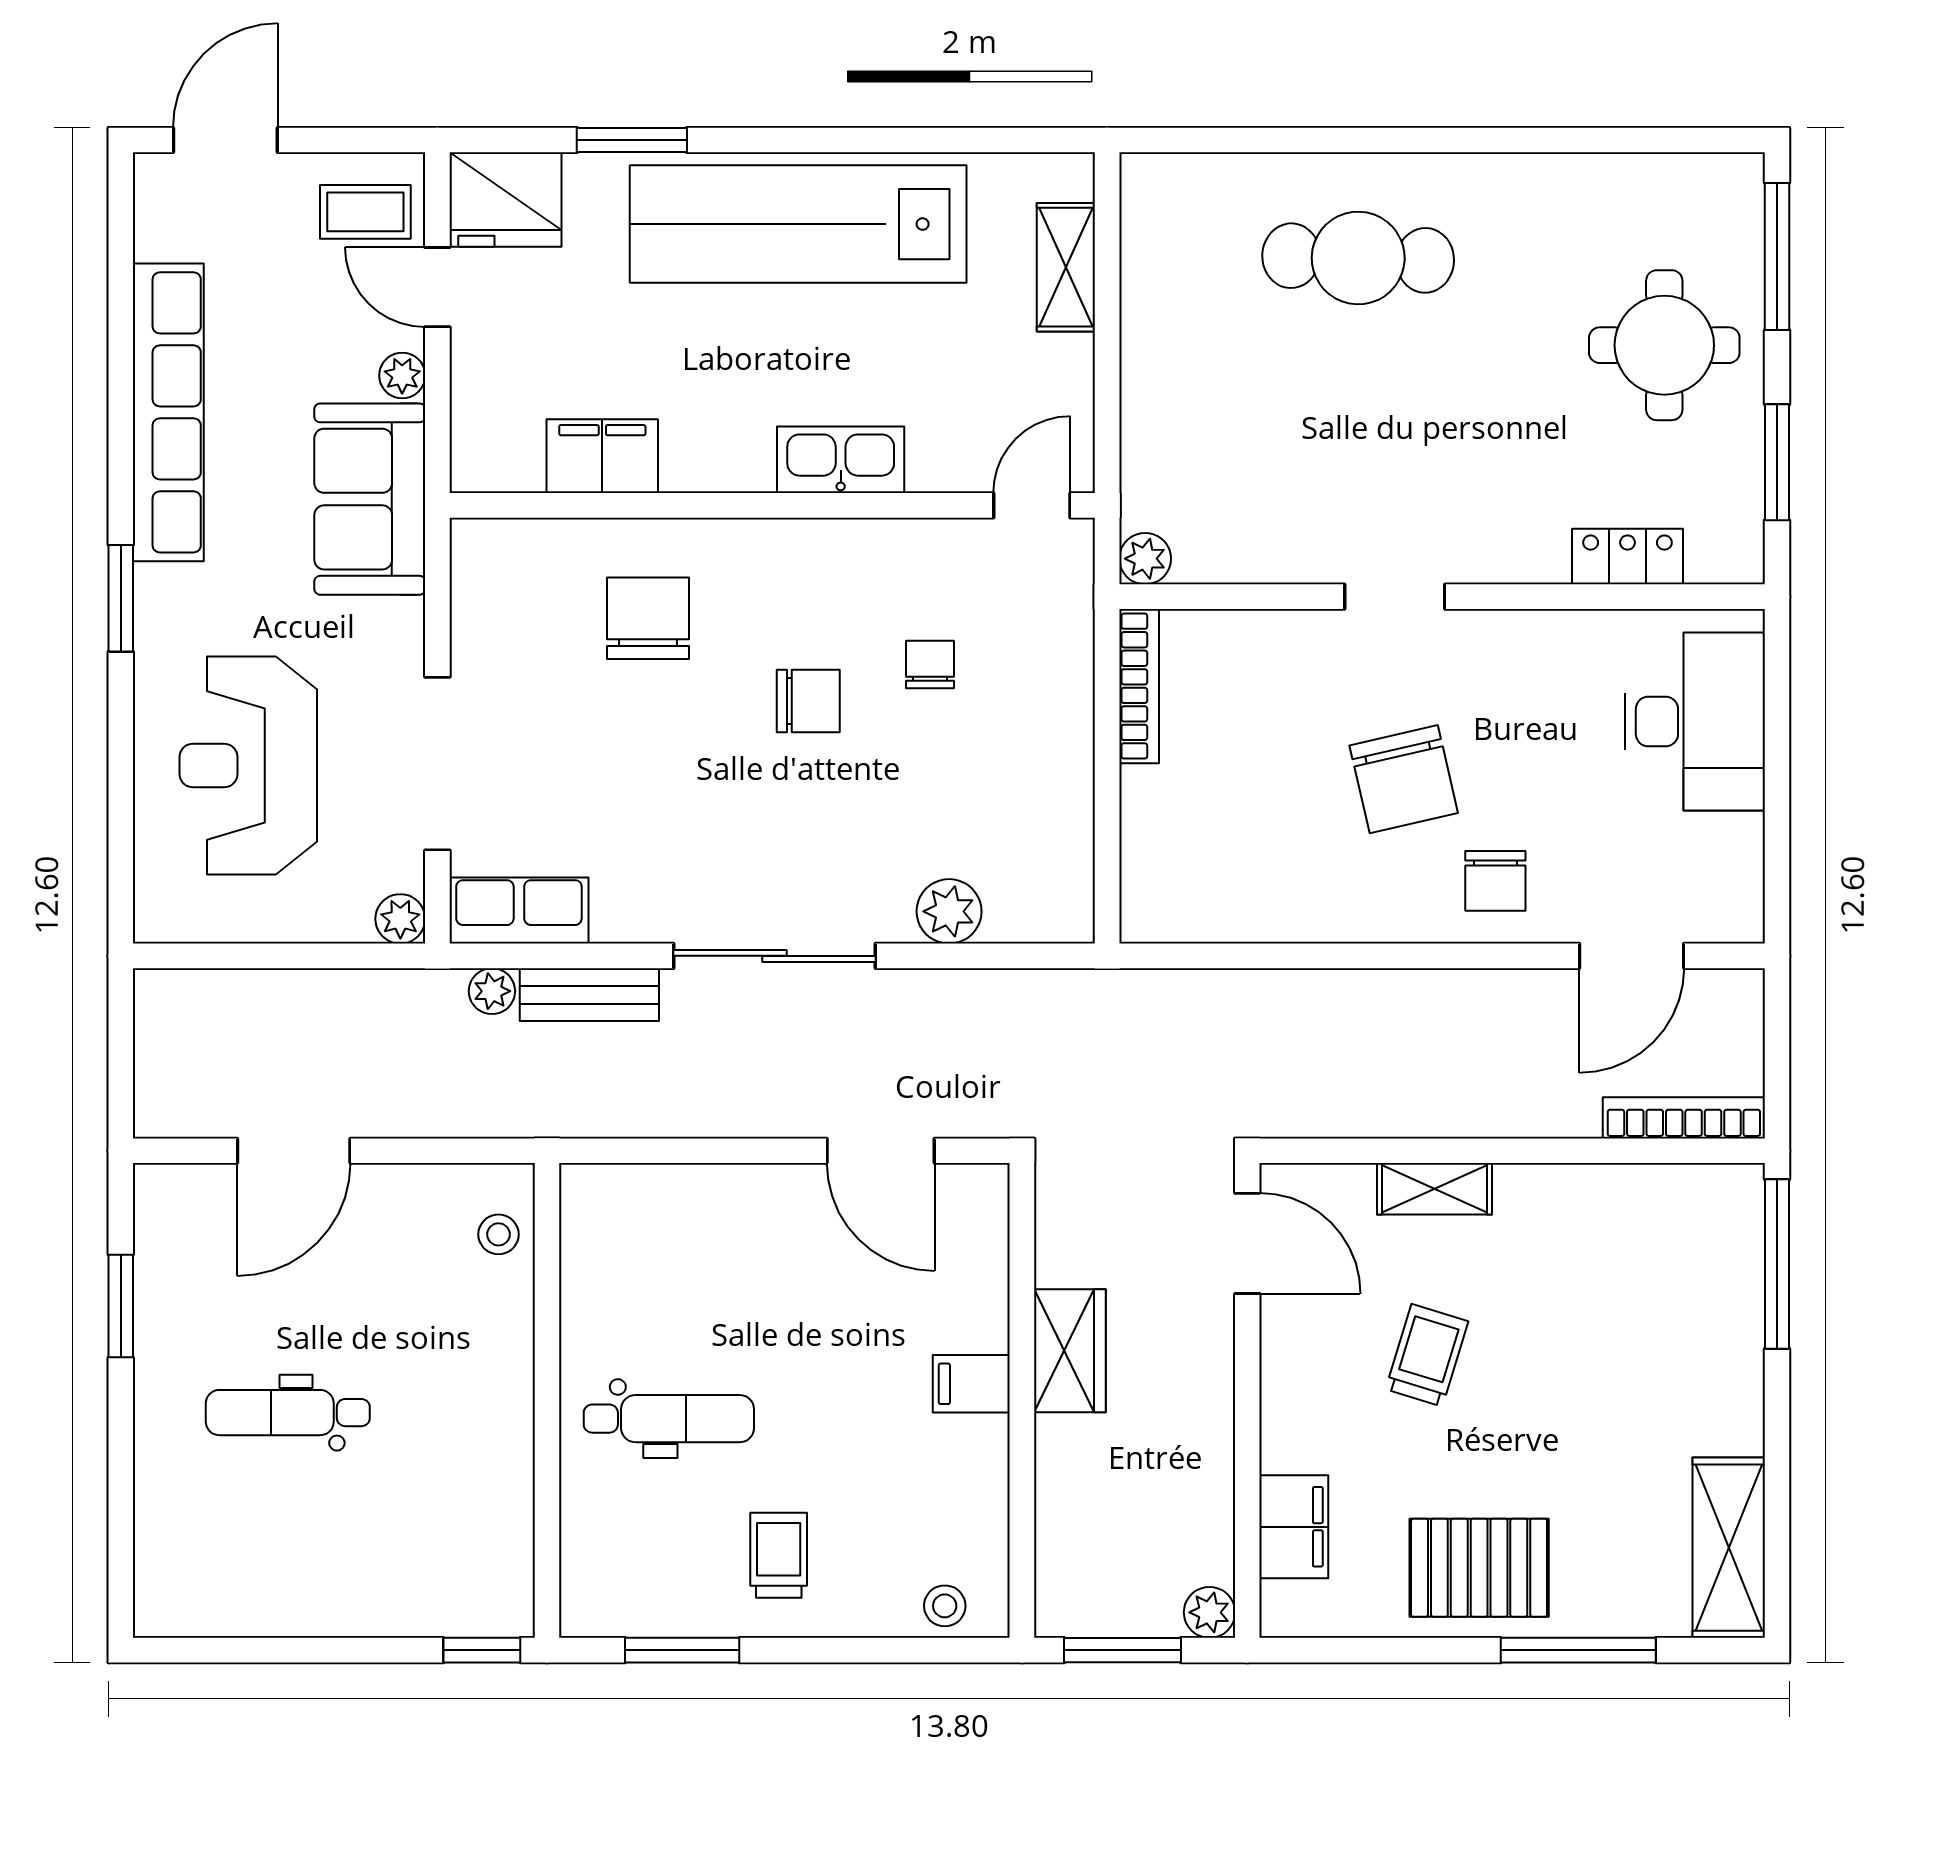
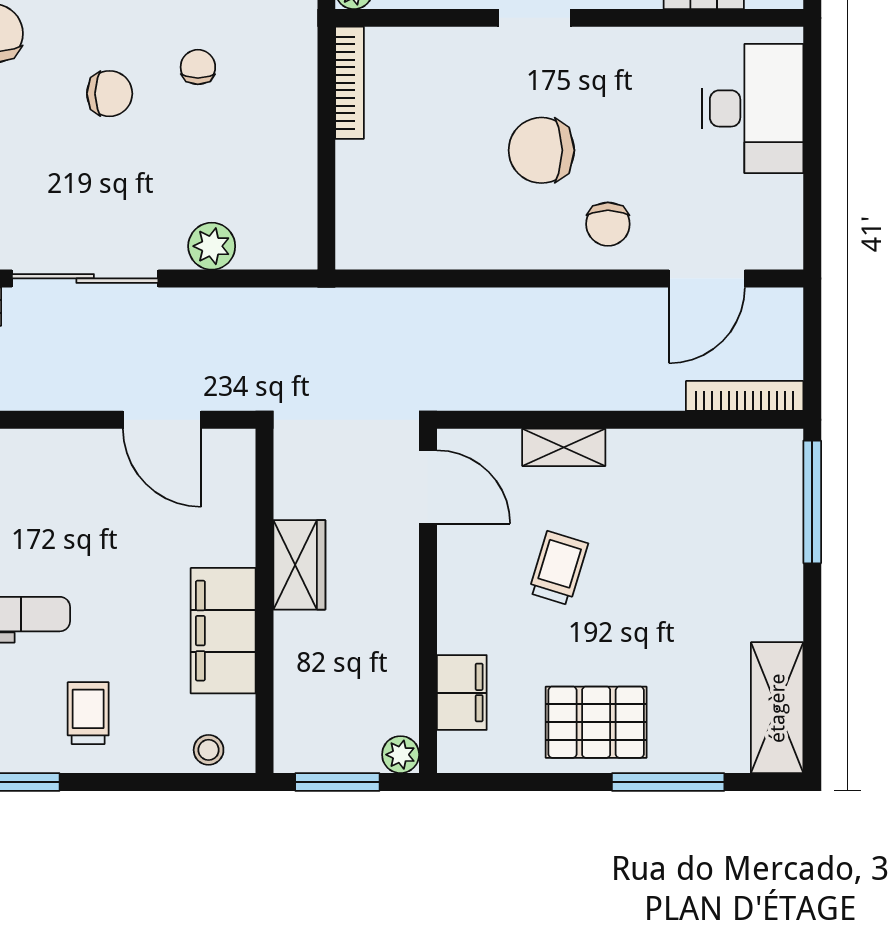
chair: (1404, 779) -> (541, 150), turned 103
filing cabinet: (971, 1384) -> (223, 631), width x3.00, depth x1.17

